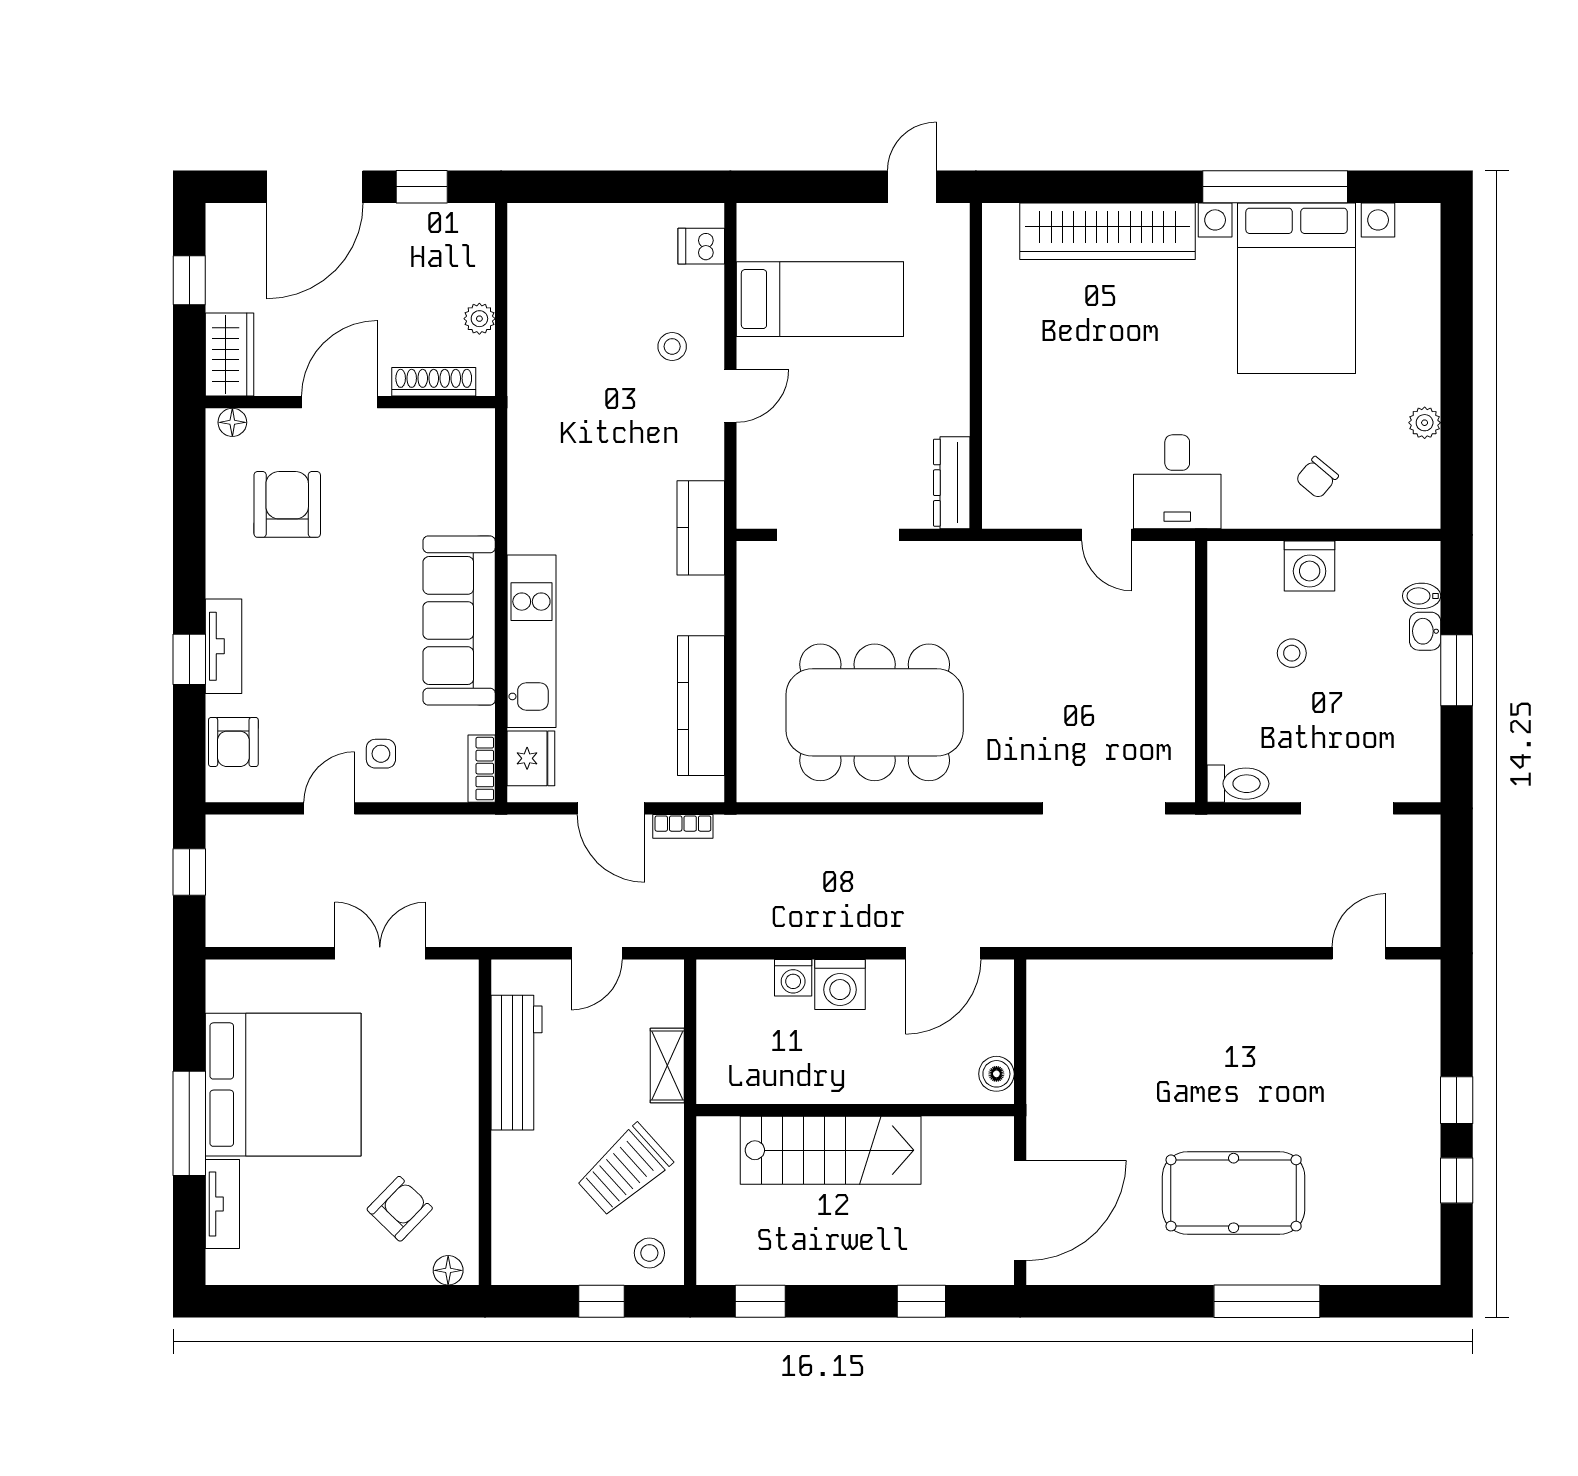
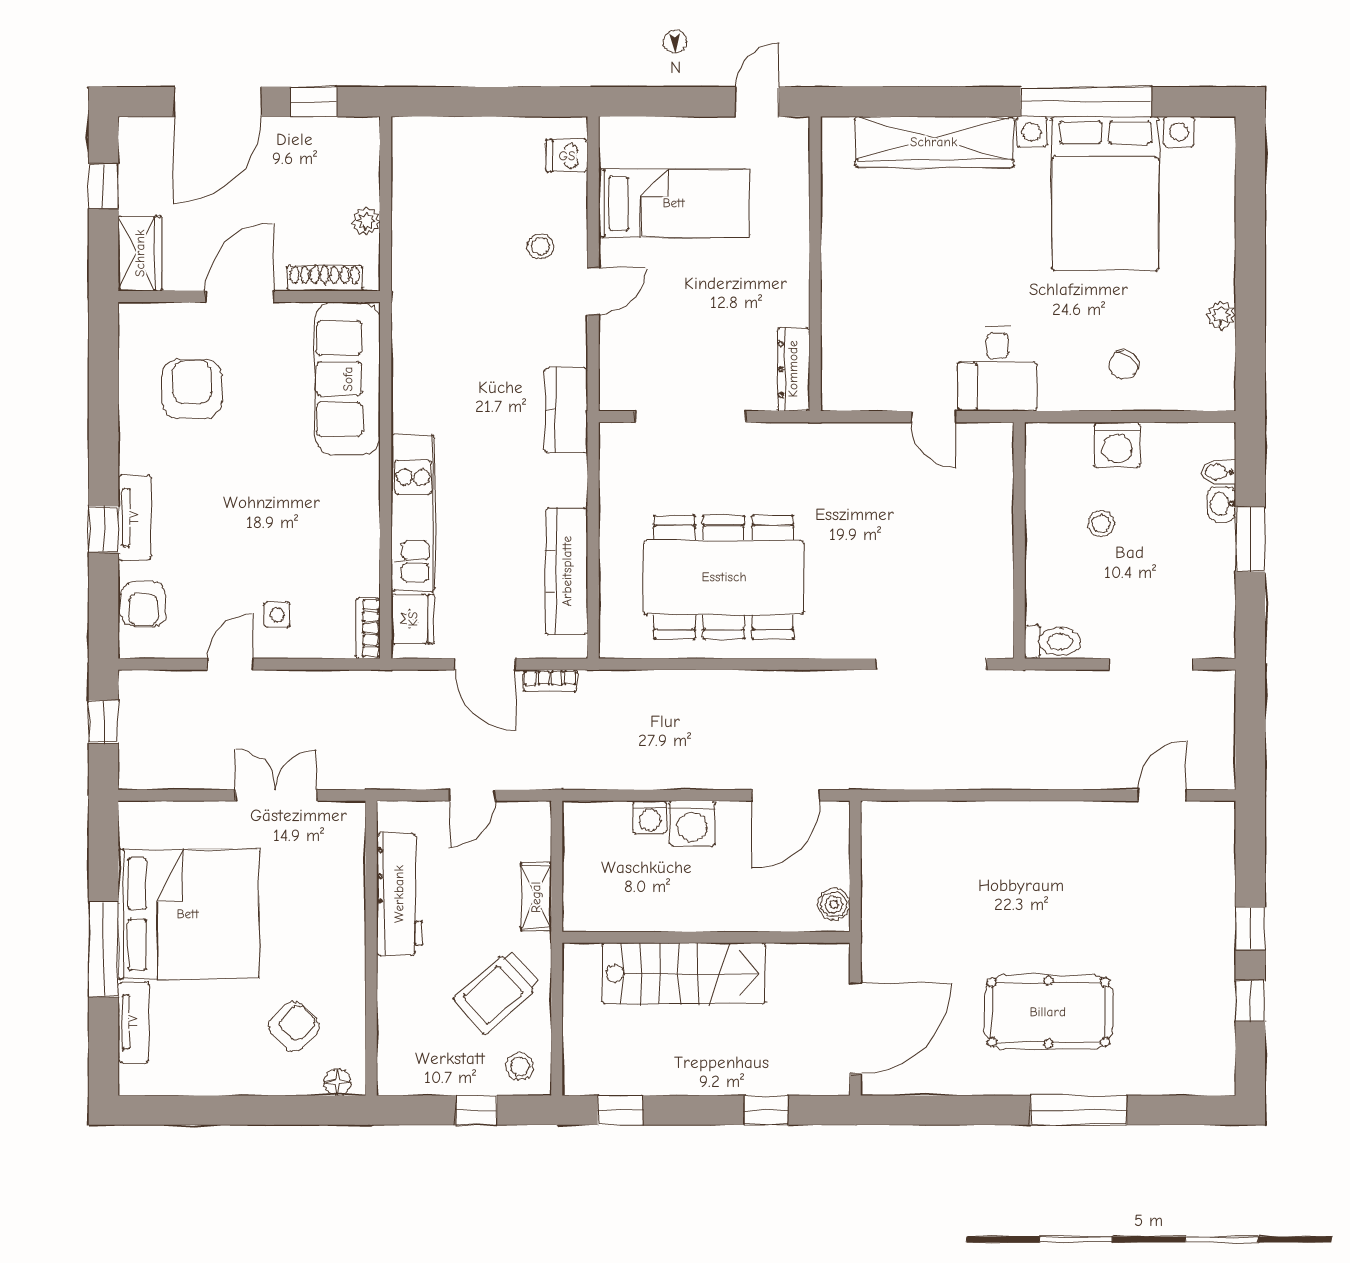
floor lamp: (232, 422) -> (142, 315), removed
sofa: (459, 621) -> (348, 379), moved

